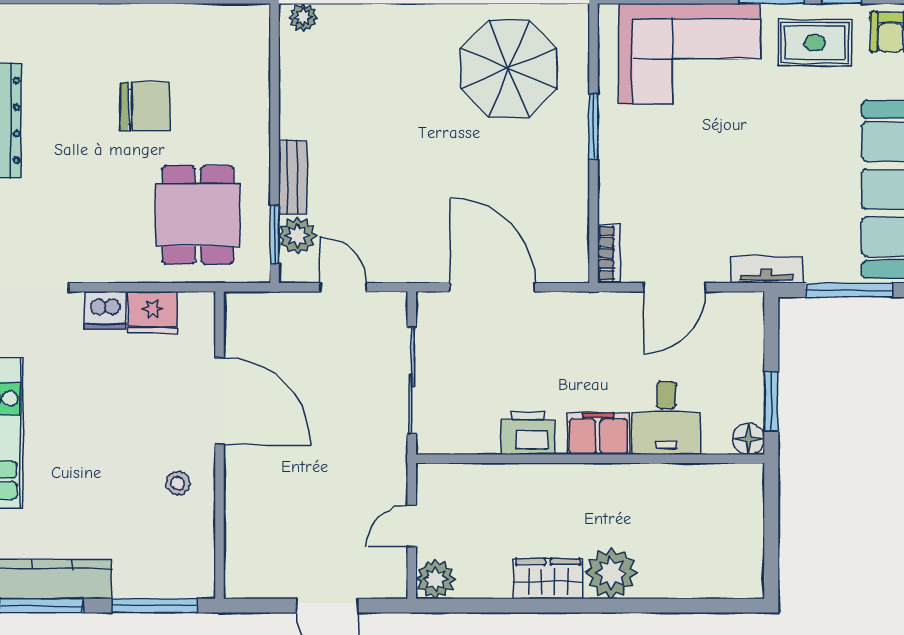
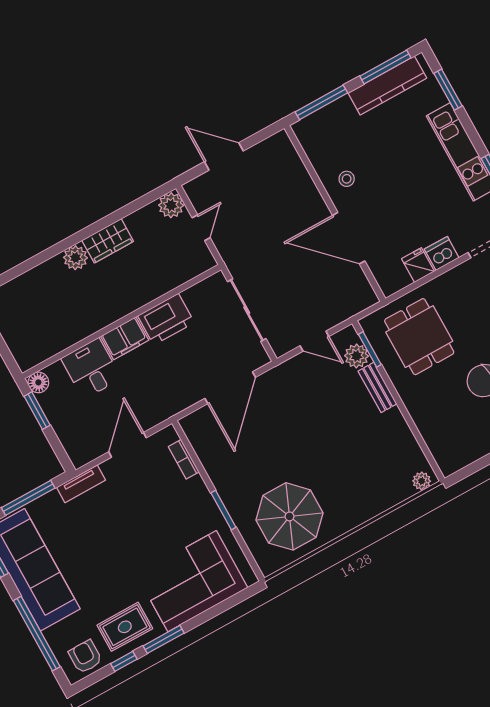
bookcase: (609, 253) -> (184, 459), moved
door: (492, 287) -> (230, 388), hinge flipped
fridge: (153, 313) -> (418, 265), width x0.72
printer: (528, 433) -> (166, 319), width x1.37, depth x1.19
plant: (611, 573) -> (75, 258), width x0.73, depth x0.73

